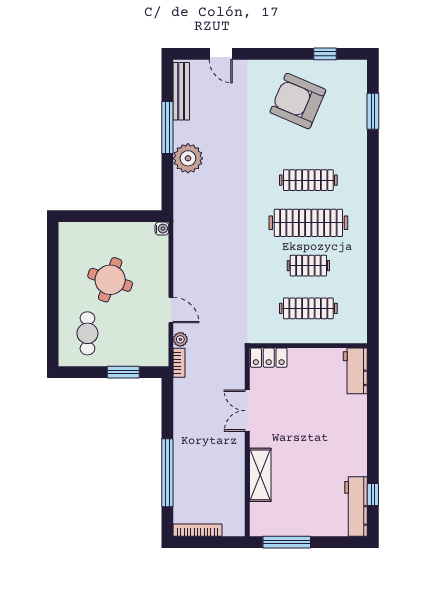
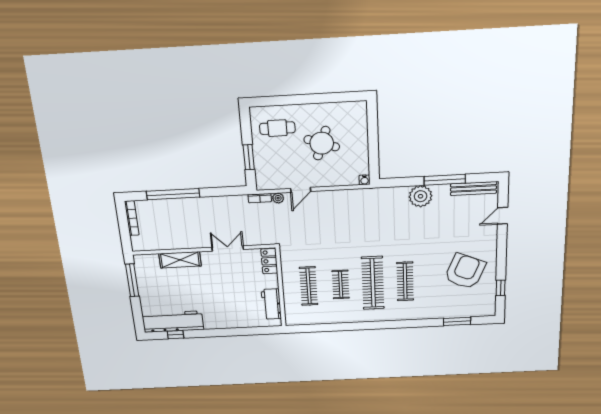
workbench: (355, 371) -> (271, 304), moved, turned -90
workbench: (356, 506) -> (173, 322), width x1.36, depth x1.32

